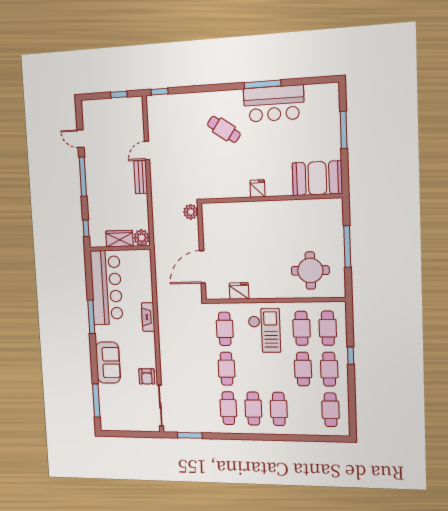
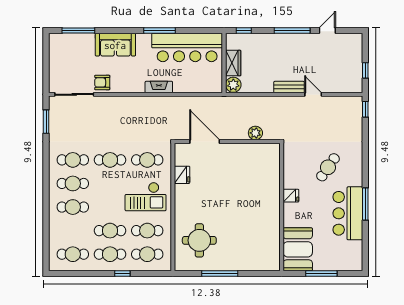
booth: (317, 178) -> (298, 249), moved
fridge: (257, 189) -> (291, 196), moved
wall: (270, 198) -> (282, 207), moved

